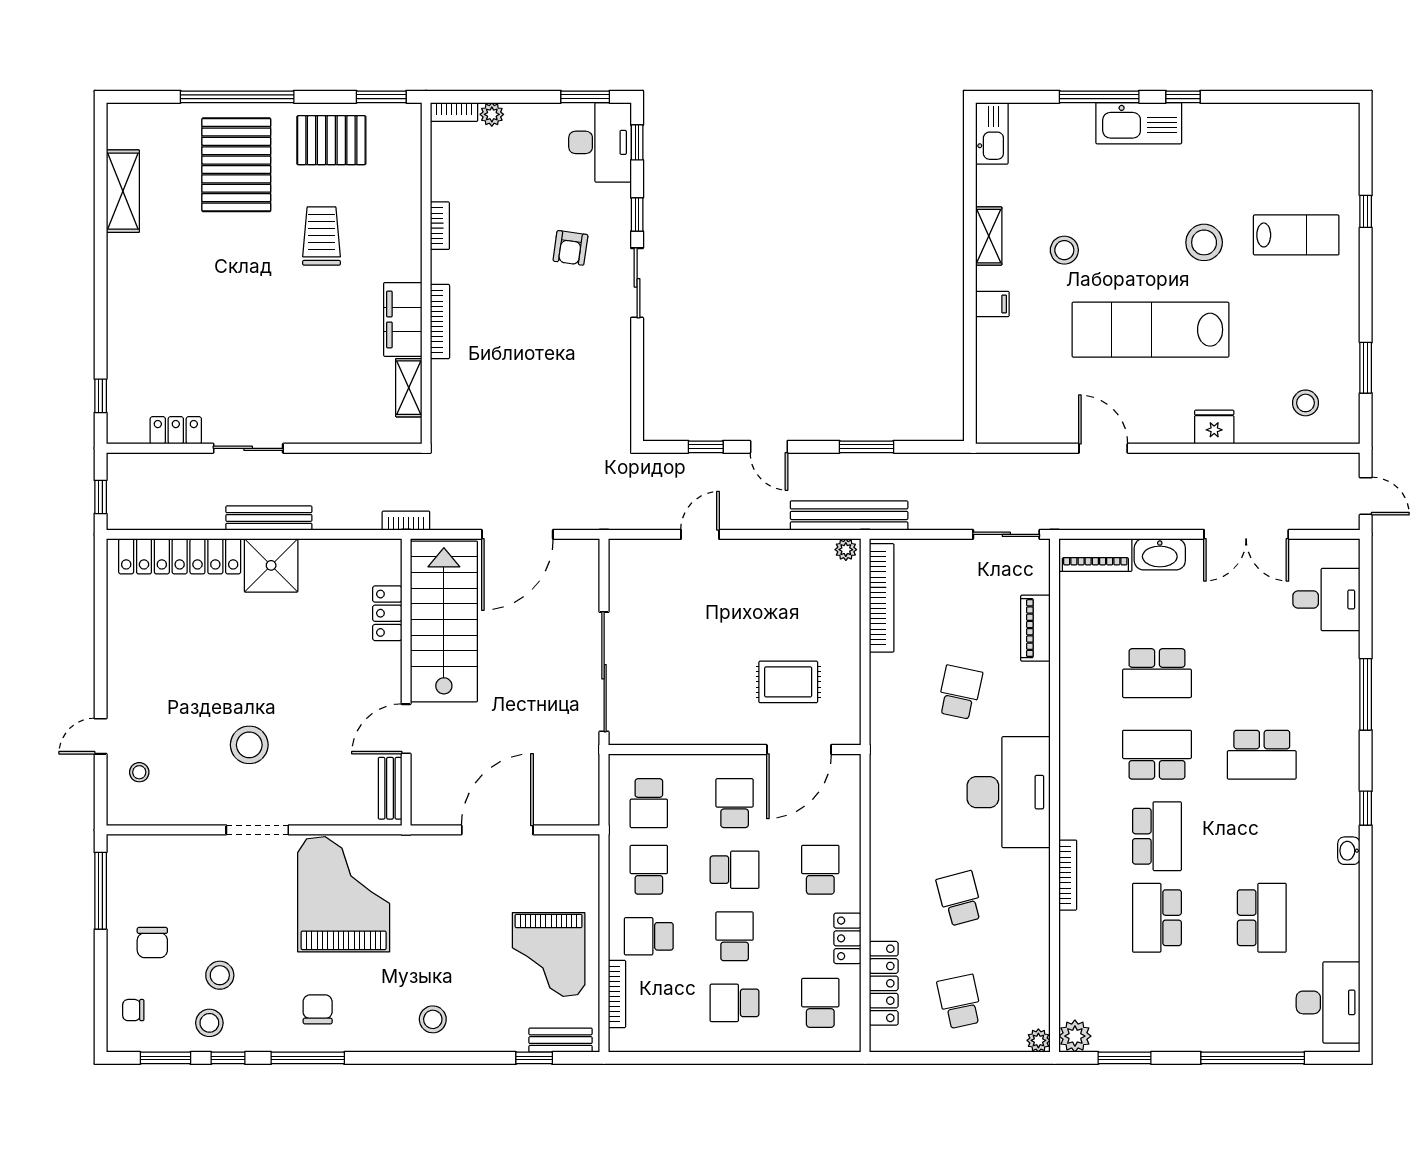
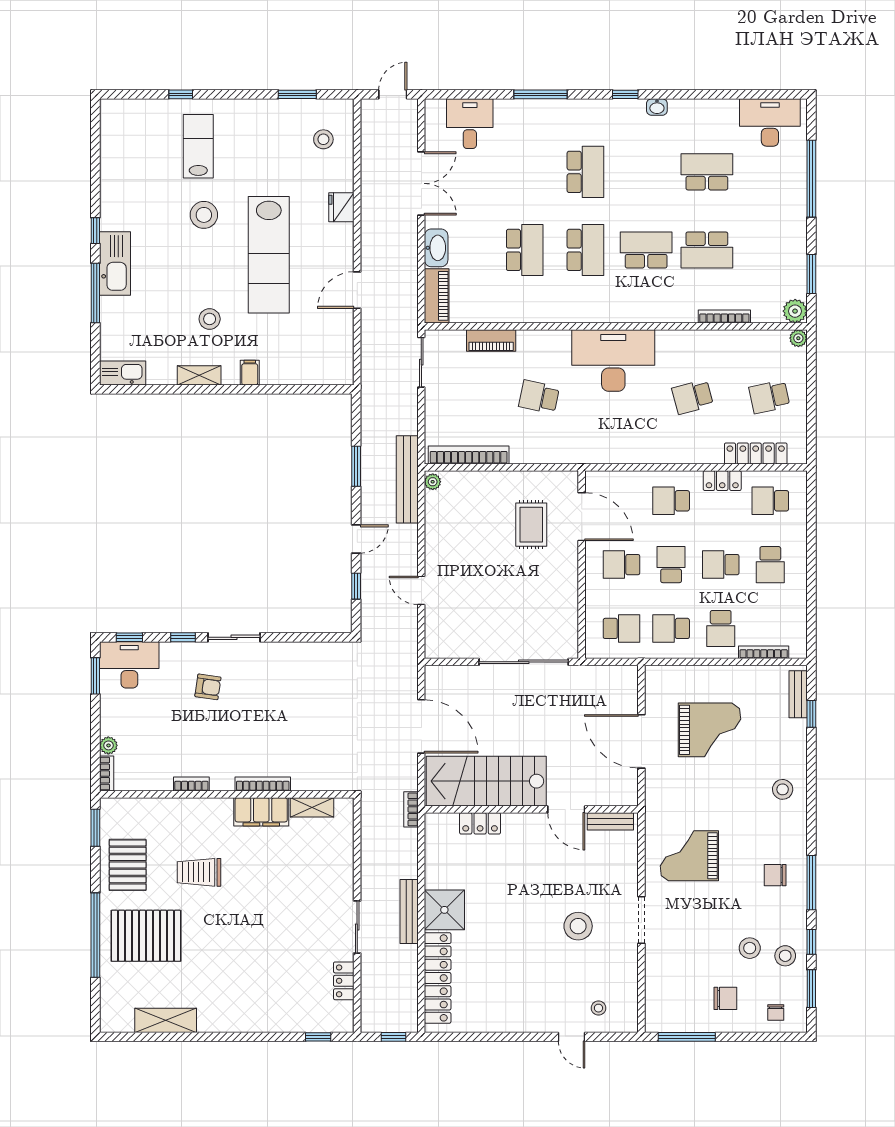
school desk: (1157, 755) -> (585, 250), turned 180
bookcase: (1068, 875) -> (724, 316), moved
grand piano: (344, 894) -> (689, 856), width x0.73, depth x0.68
grand piano: (549, 954) -> (709, 730), moved

